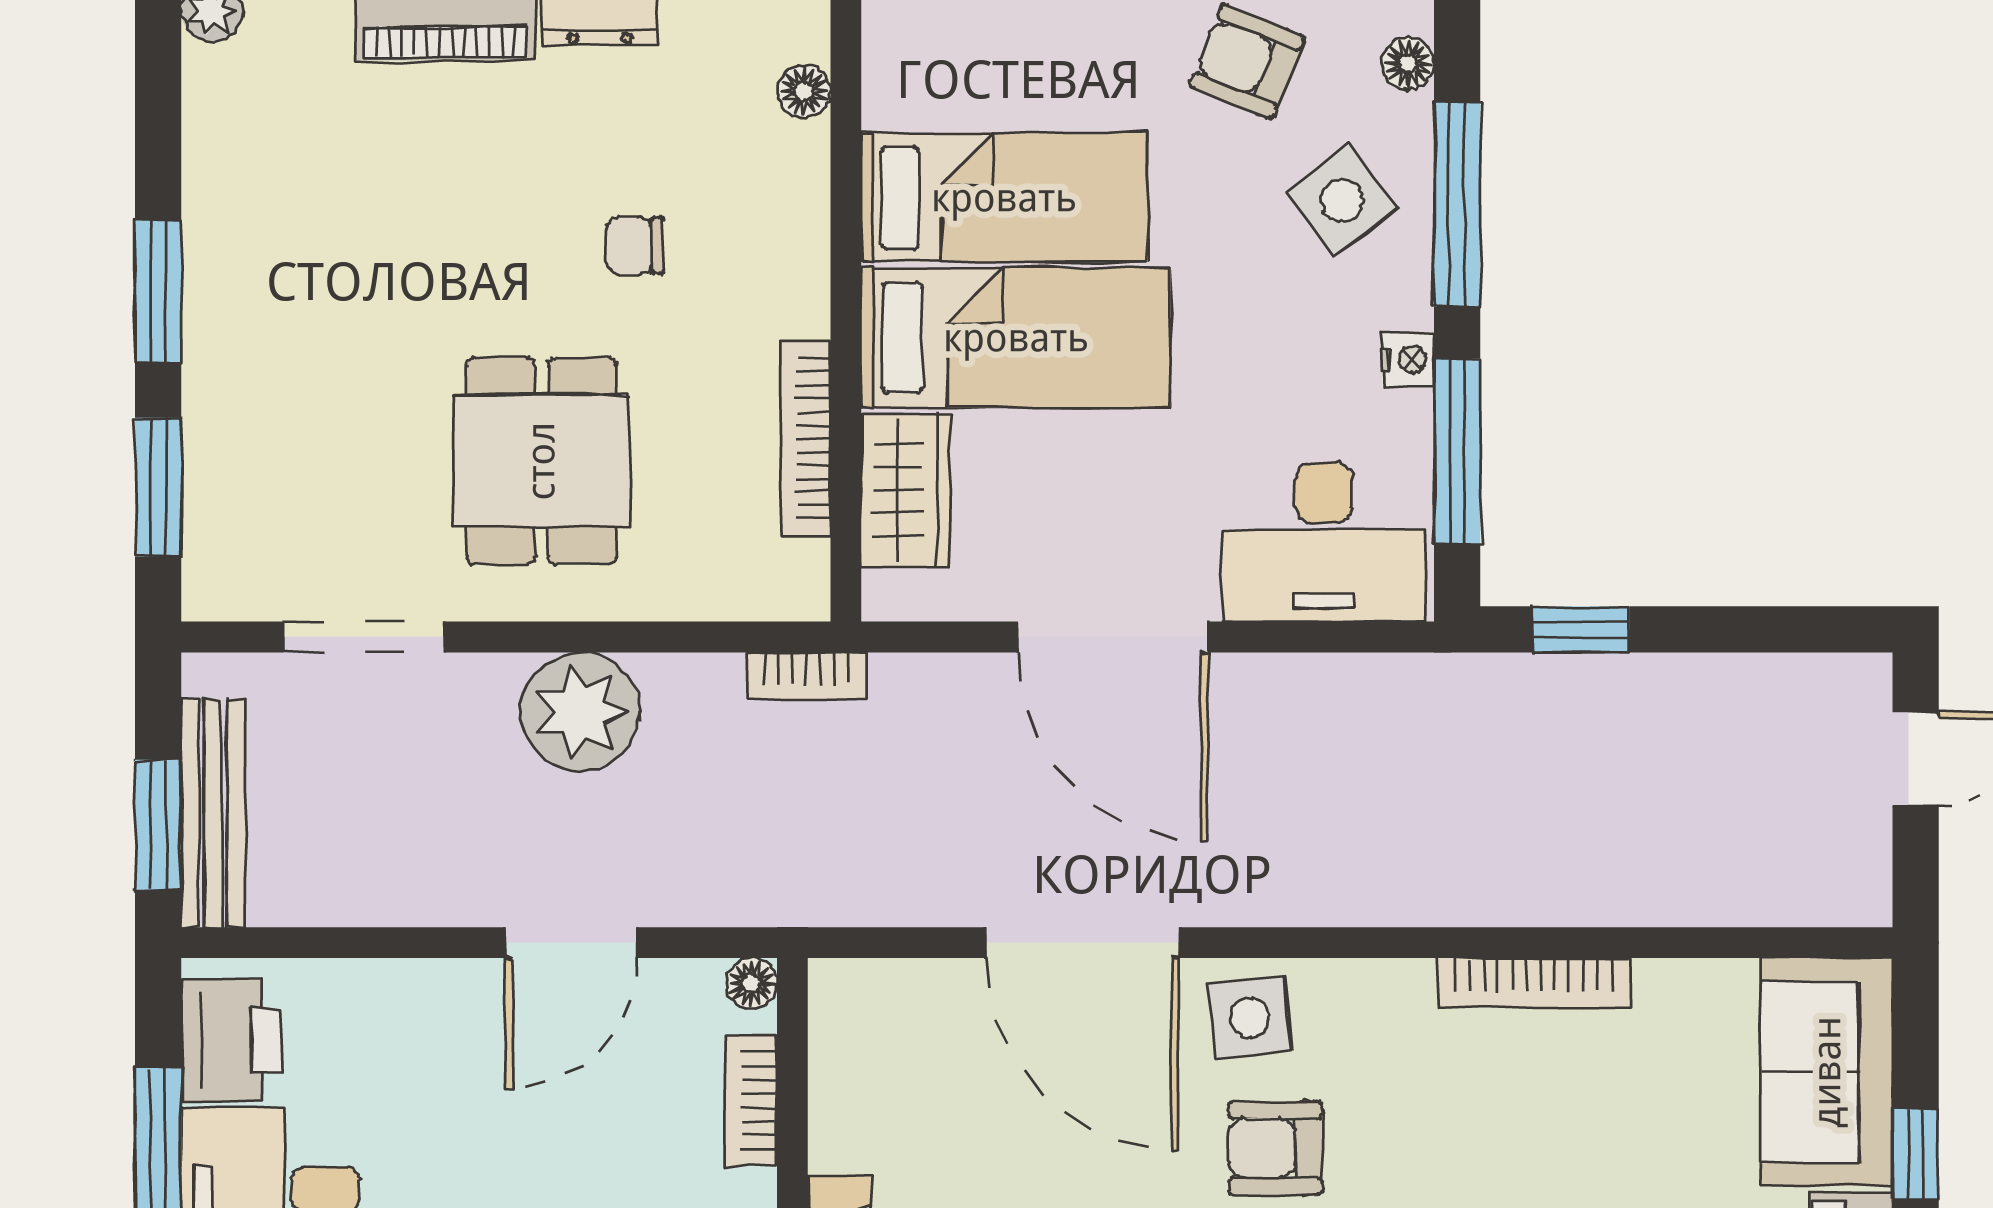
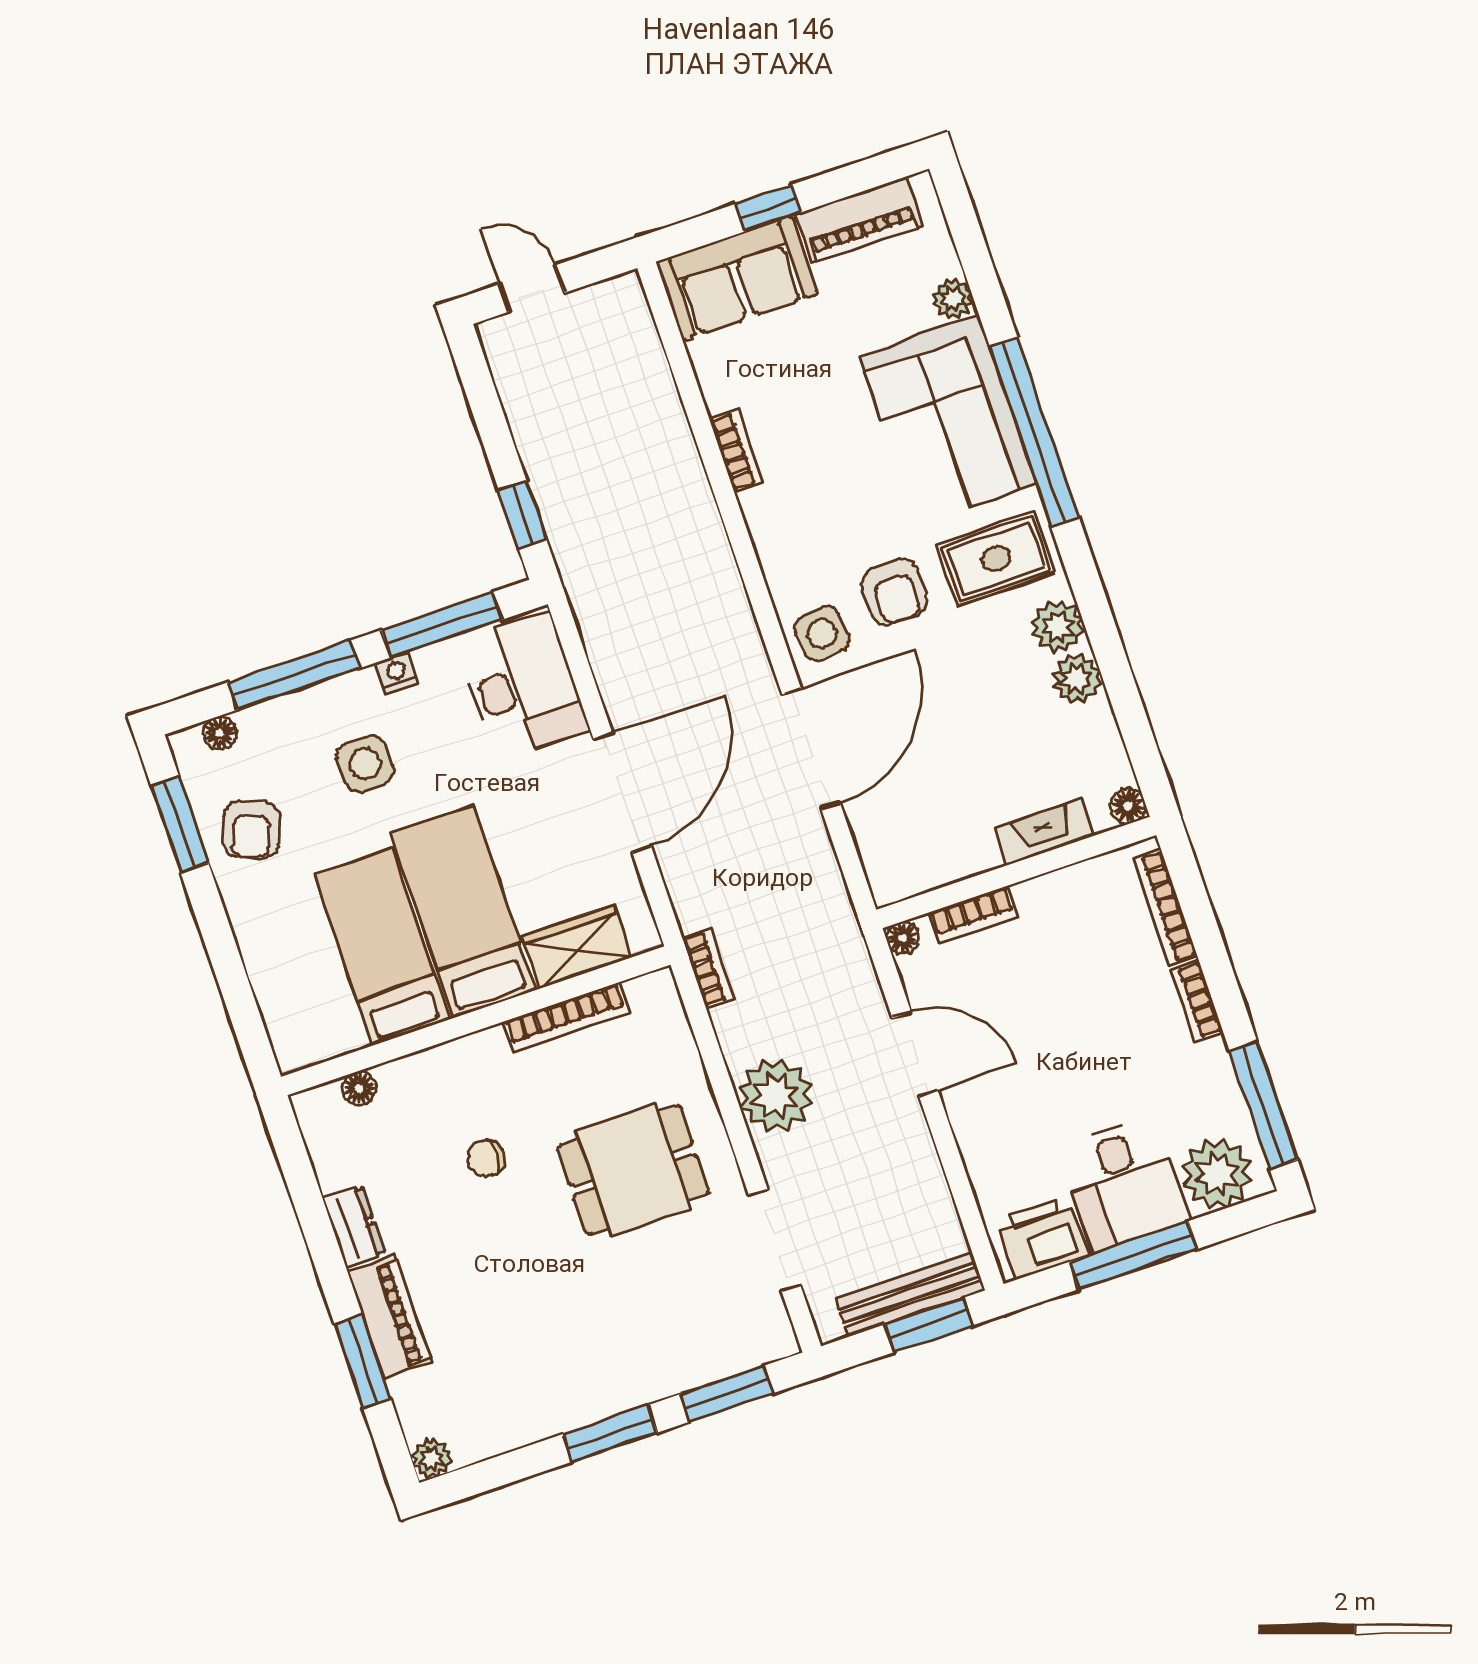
side table: (1342, 200) -> (365, 764), moved, turned 34
chair: (634, 246) -> (486, 1158), turned 90
bookcase: (1534, 982) -> (736, 451), width x0.64

